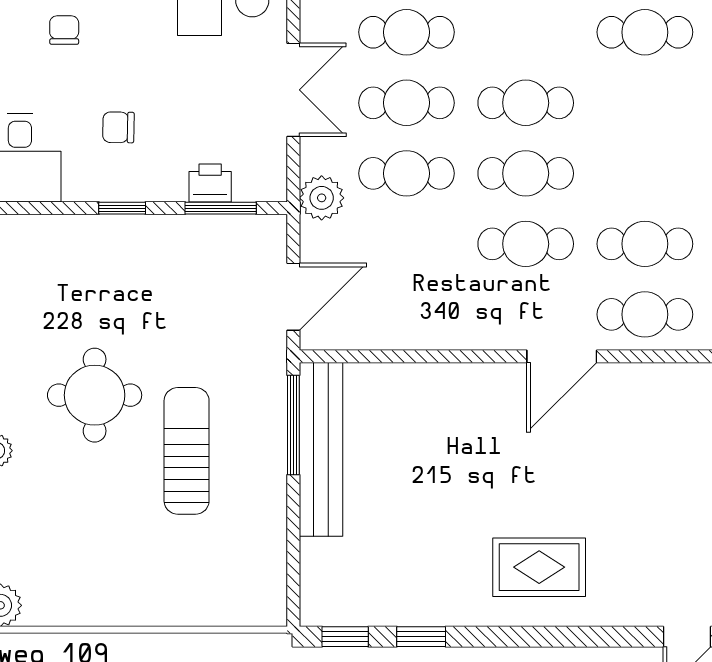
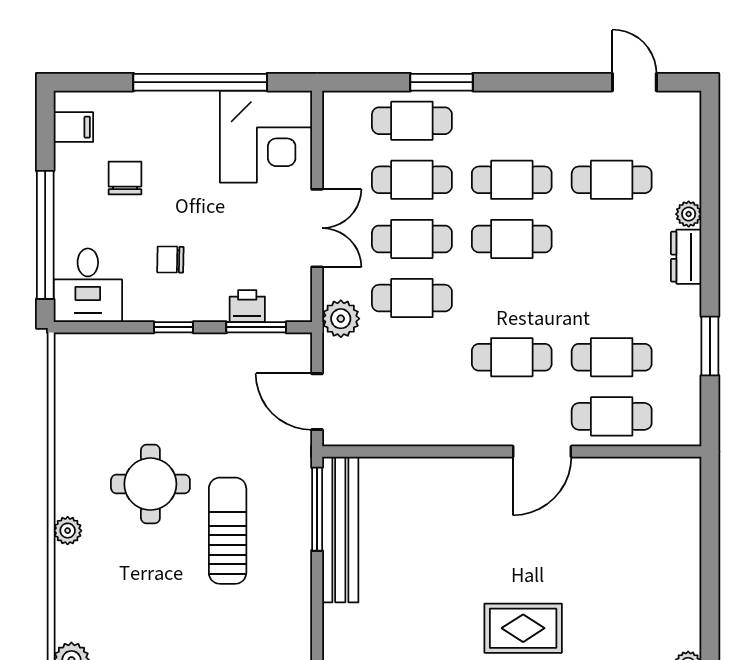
chair: (64, 30) -> (125, 178), width x1.37, depth x1.37
cafe table: (526, 173) -> (512, 180), moved
door: (293, 297) -> (317, 402), swing flipped

